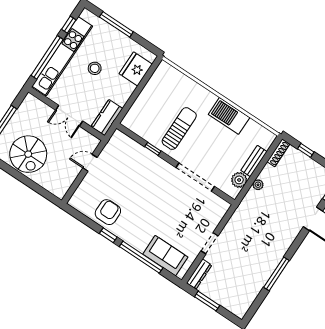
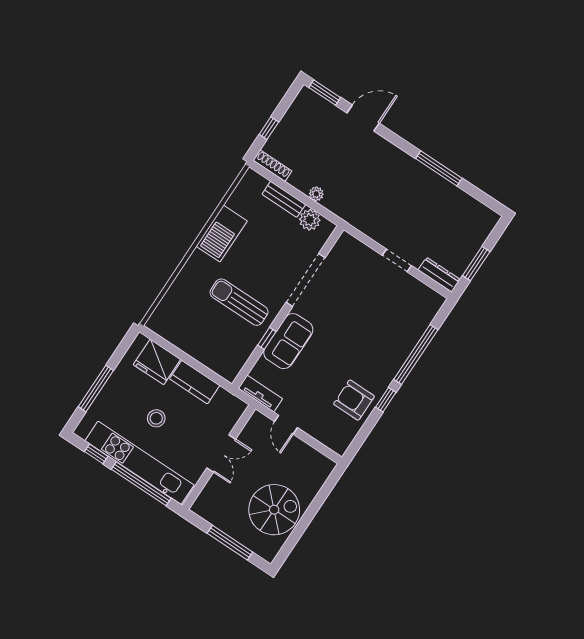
kitchen counter: (107, 118) -> (195, 382), moved
tv unit: (113, 144) -> (260, 393), added
sofa: (165, 256) -> (288, 341), moved, turned 180

